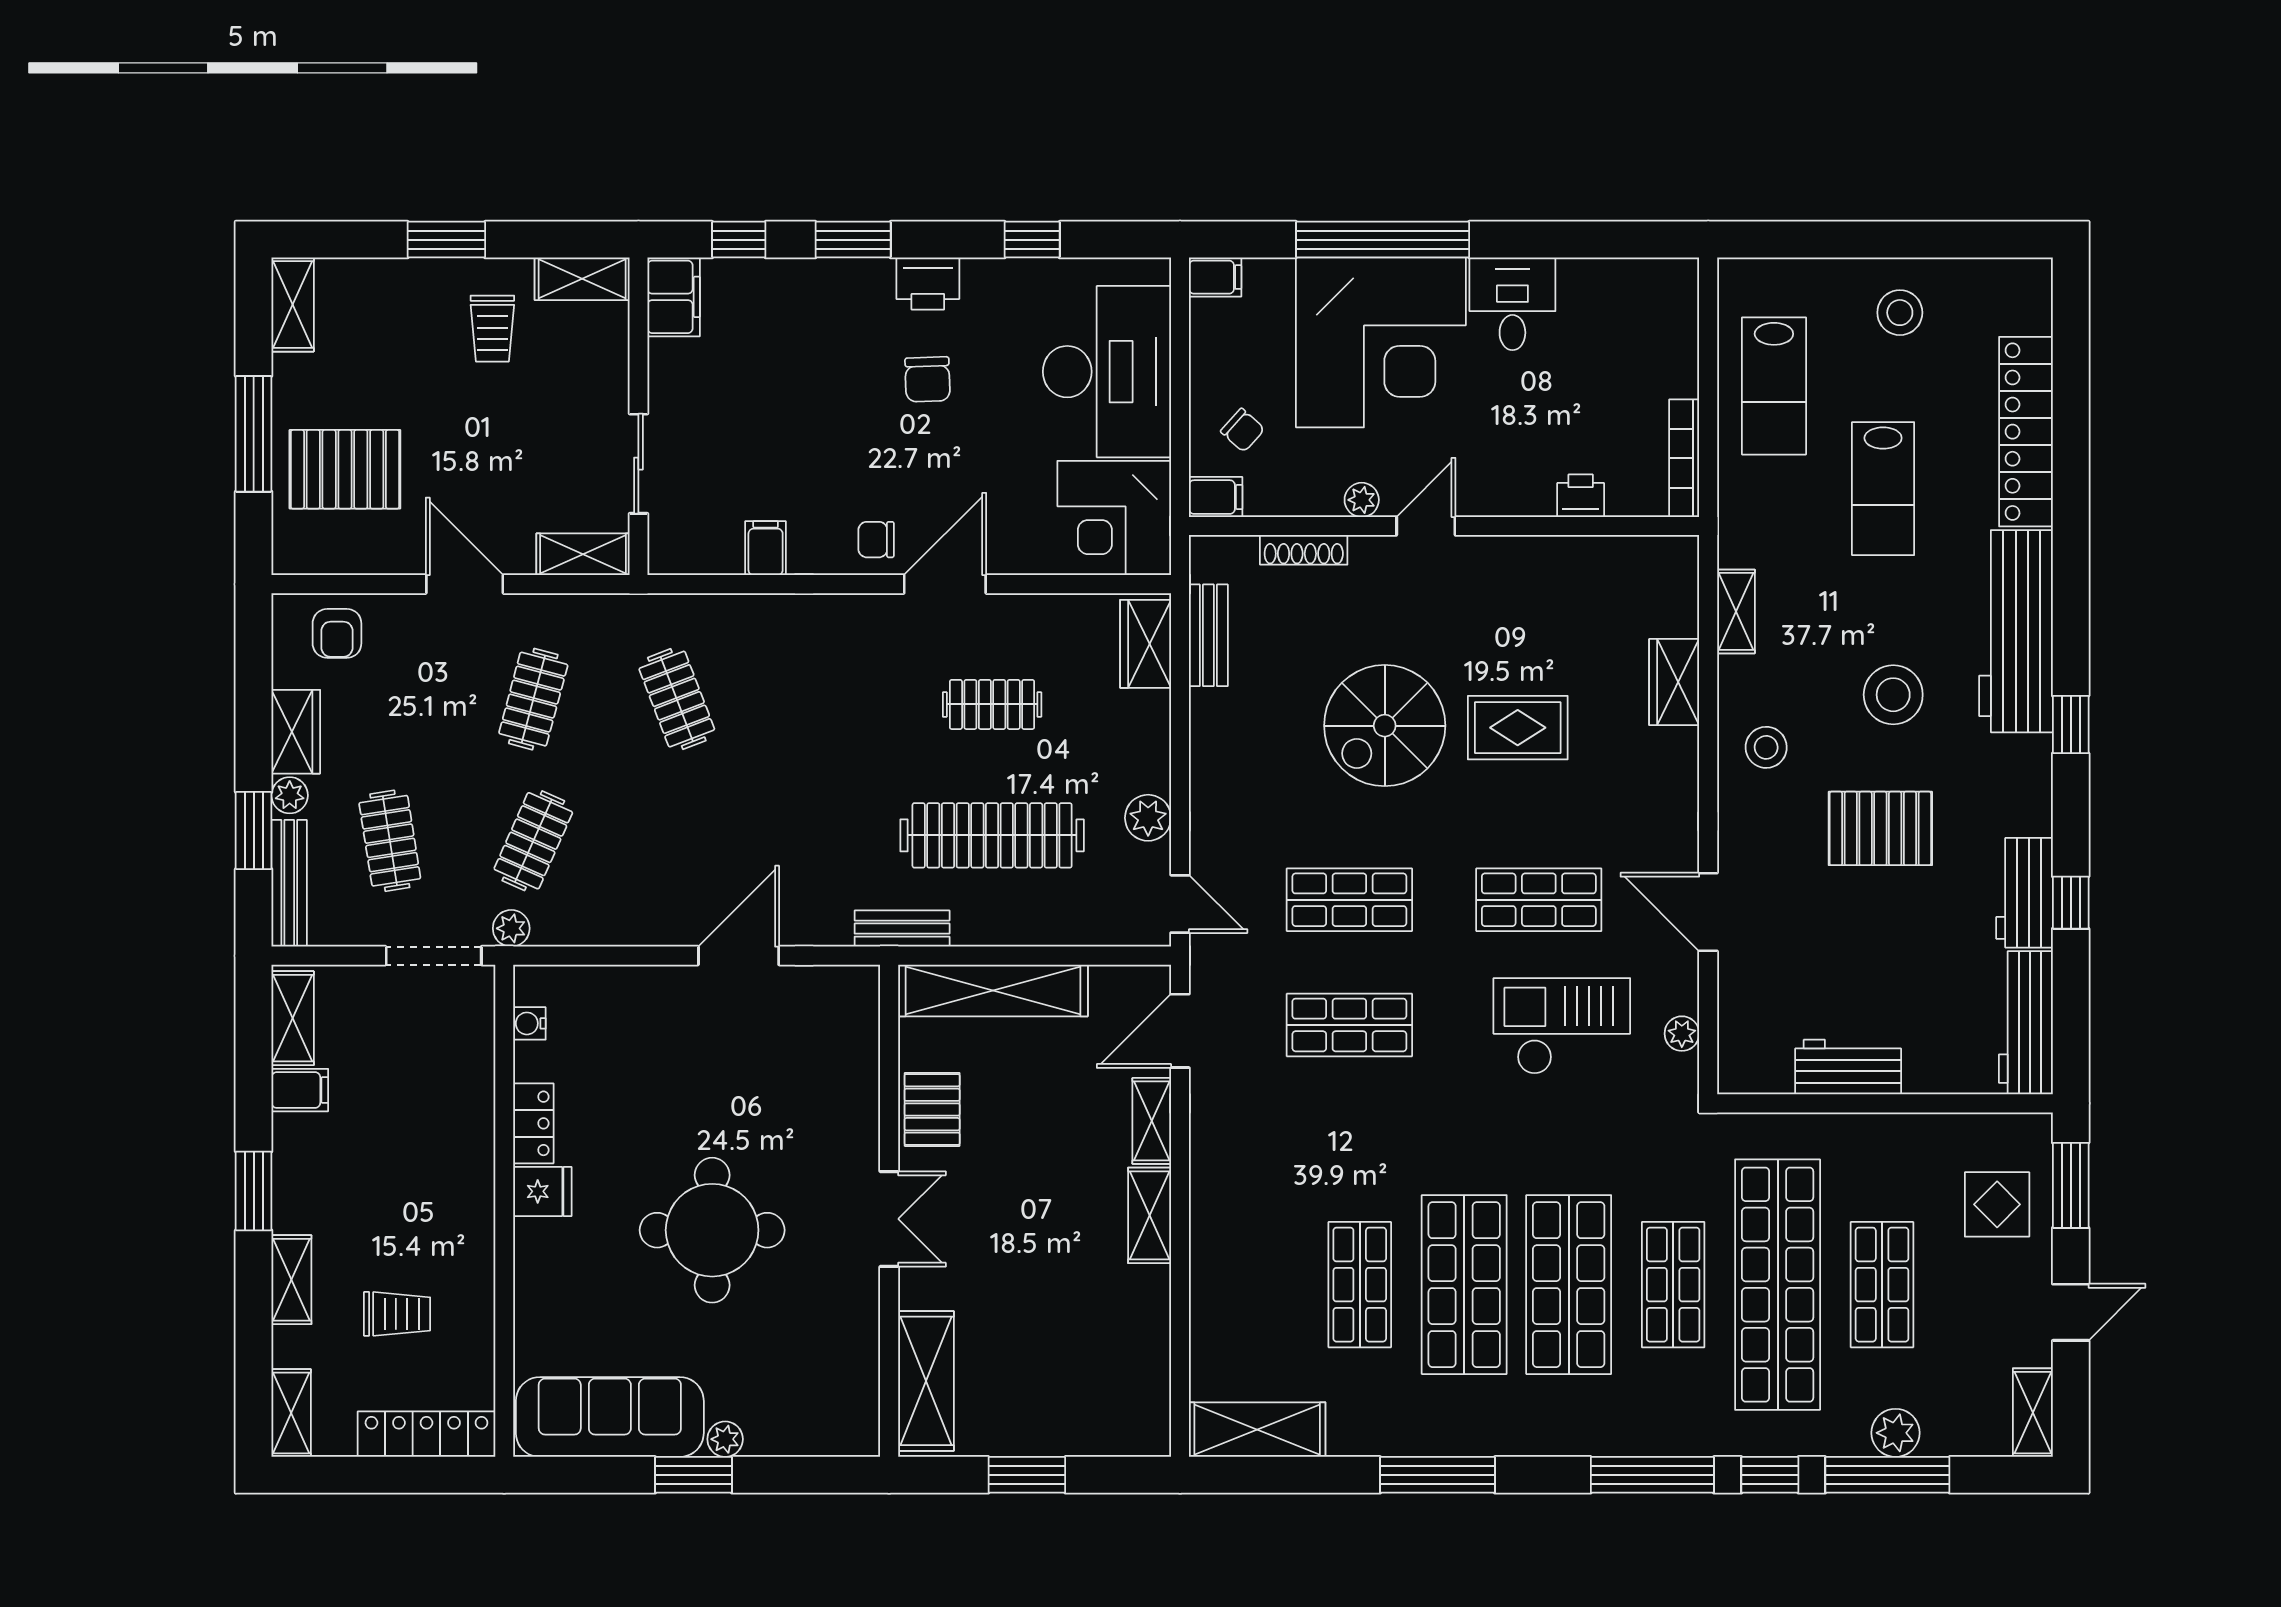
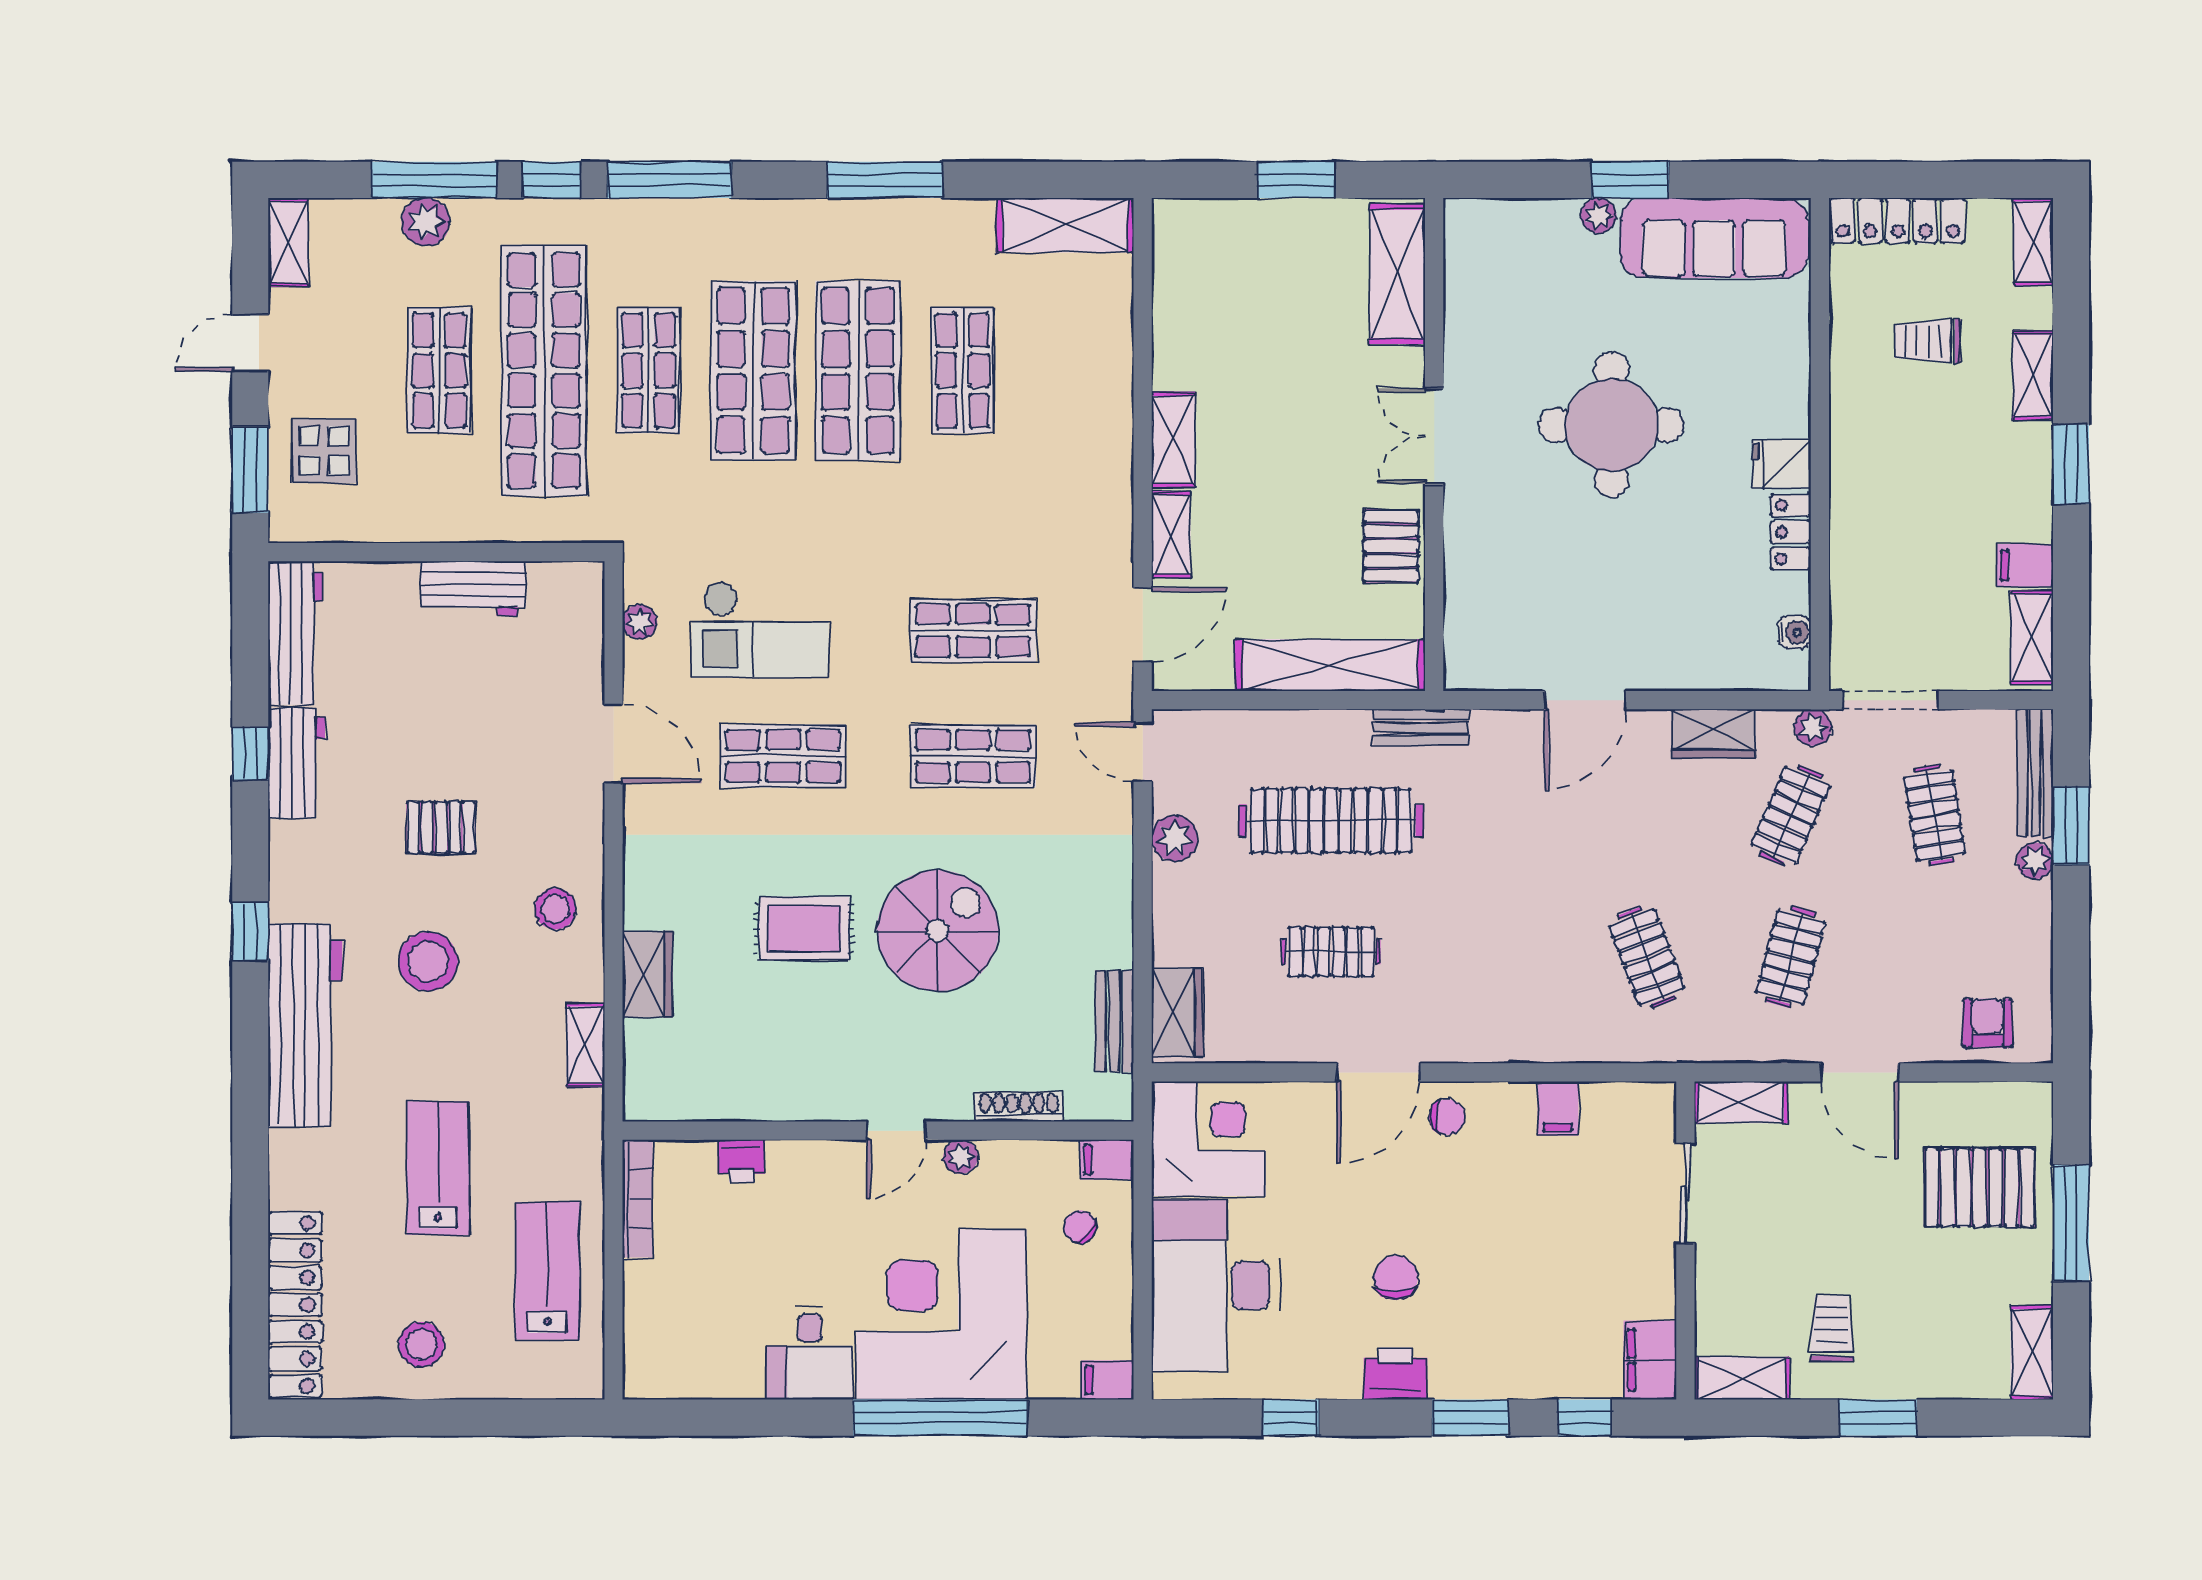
locker: (2026, 432) -> (295, 1305), moved
wardrobe: (296, 732) -> (1713, 733), moved, turned -90
pallet: (1880, 828) -> (441, 828), width x0.67, depth x0.71

